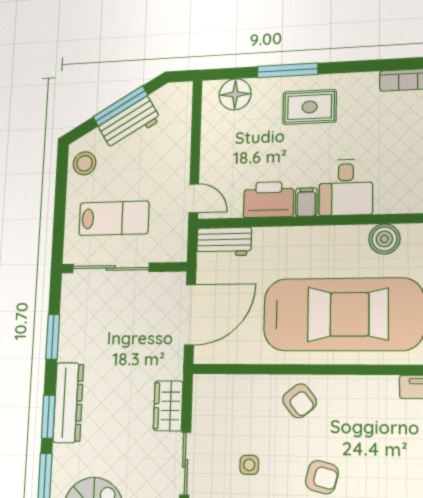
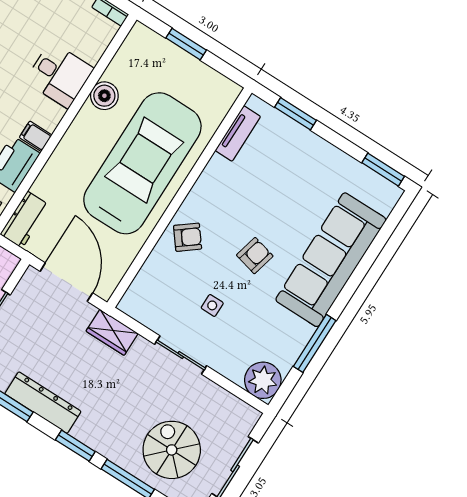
desk: (346, 187) -> (59, 75), moved
dresser: (68, 403) -> (43, 403), moved
wardrobe: (168, 406) -> (112, 332), moved

